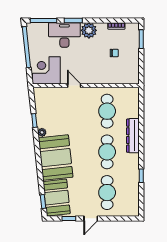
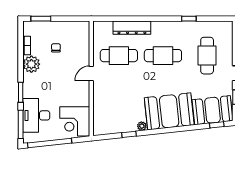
plant: (89, 30) -> (31, 64), moved
desk: (64, 35) -> (36, 115), moved
door: (74, 86) -> (91, 73), moved
dresser: (133, 136) -> (132, 28), moved
cafe table: (107, 193) -> (207, 56), turned 90

